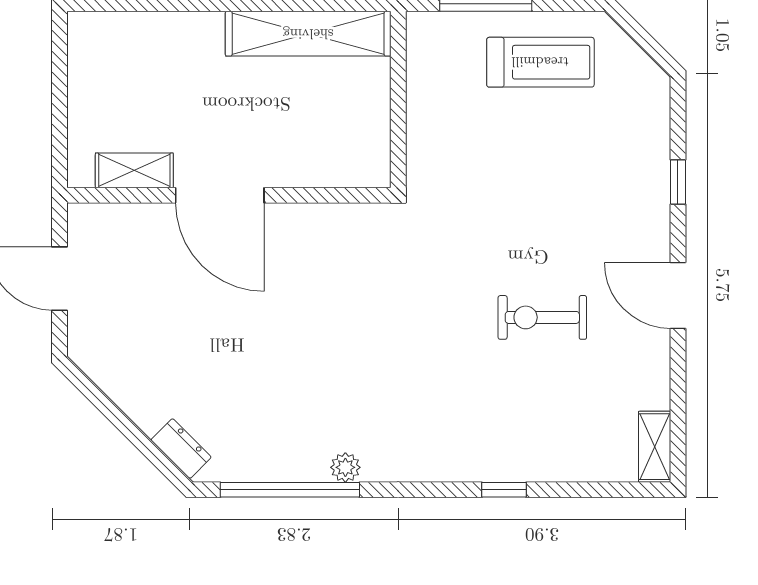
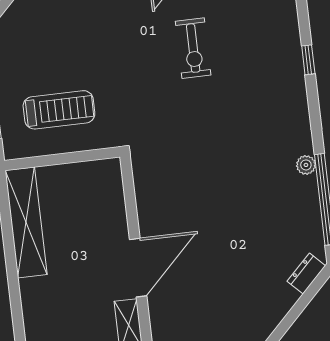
treadmill: (540, 62) -> (59, 110), moved, turned 90

